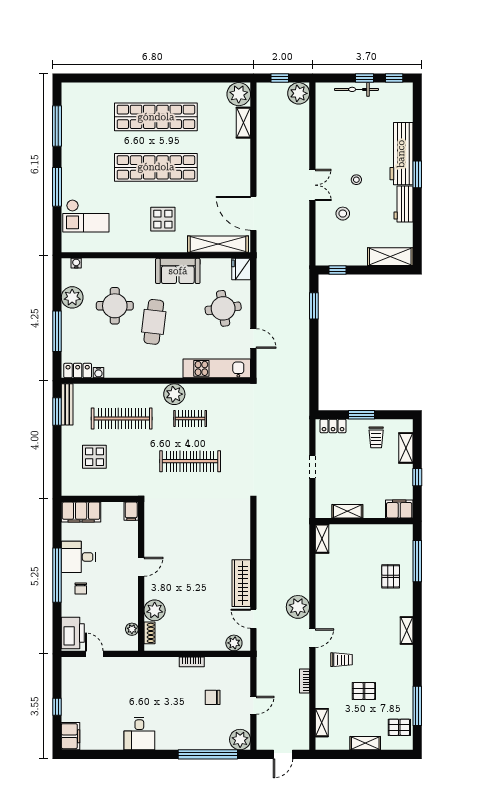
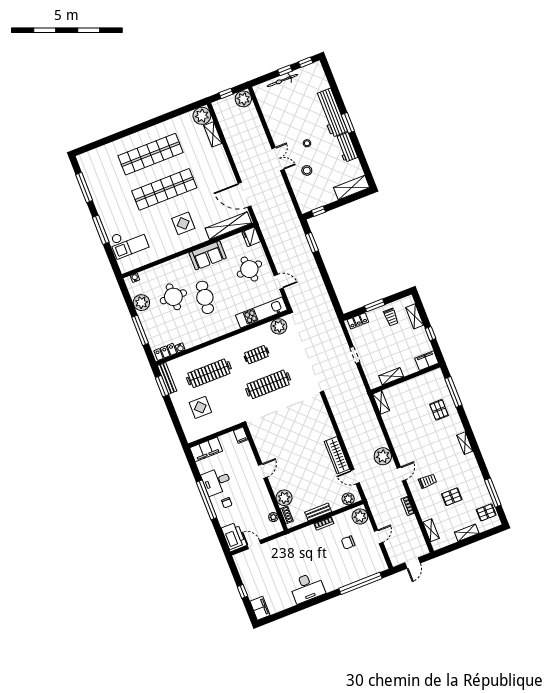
plant: (174, 394) -> (279, 326), moved
bench: (190, 645) -> (318, 512), added
desk: (139, 734) -> (307, 588), width x1.37
plant: (240, 740) -> (360, 516), moved

